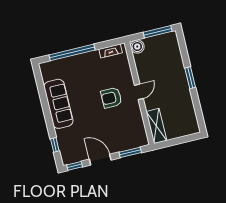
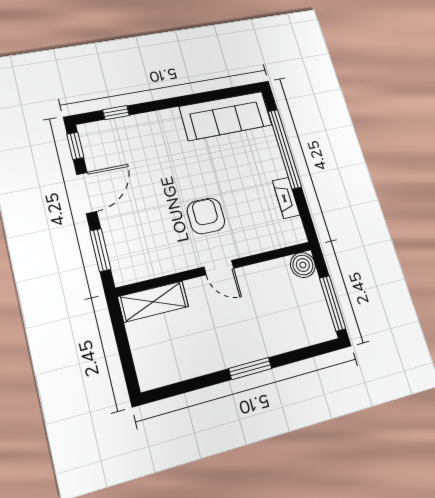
fireplace: (111, 51) -> (286, 198), moved
sofa: (58, 104) -> (226, 116), moved

